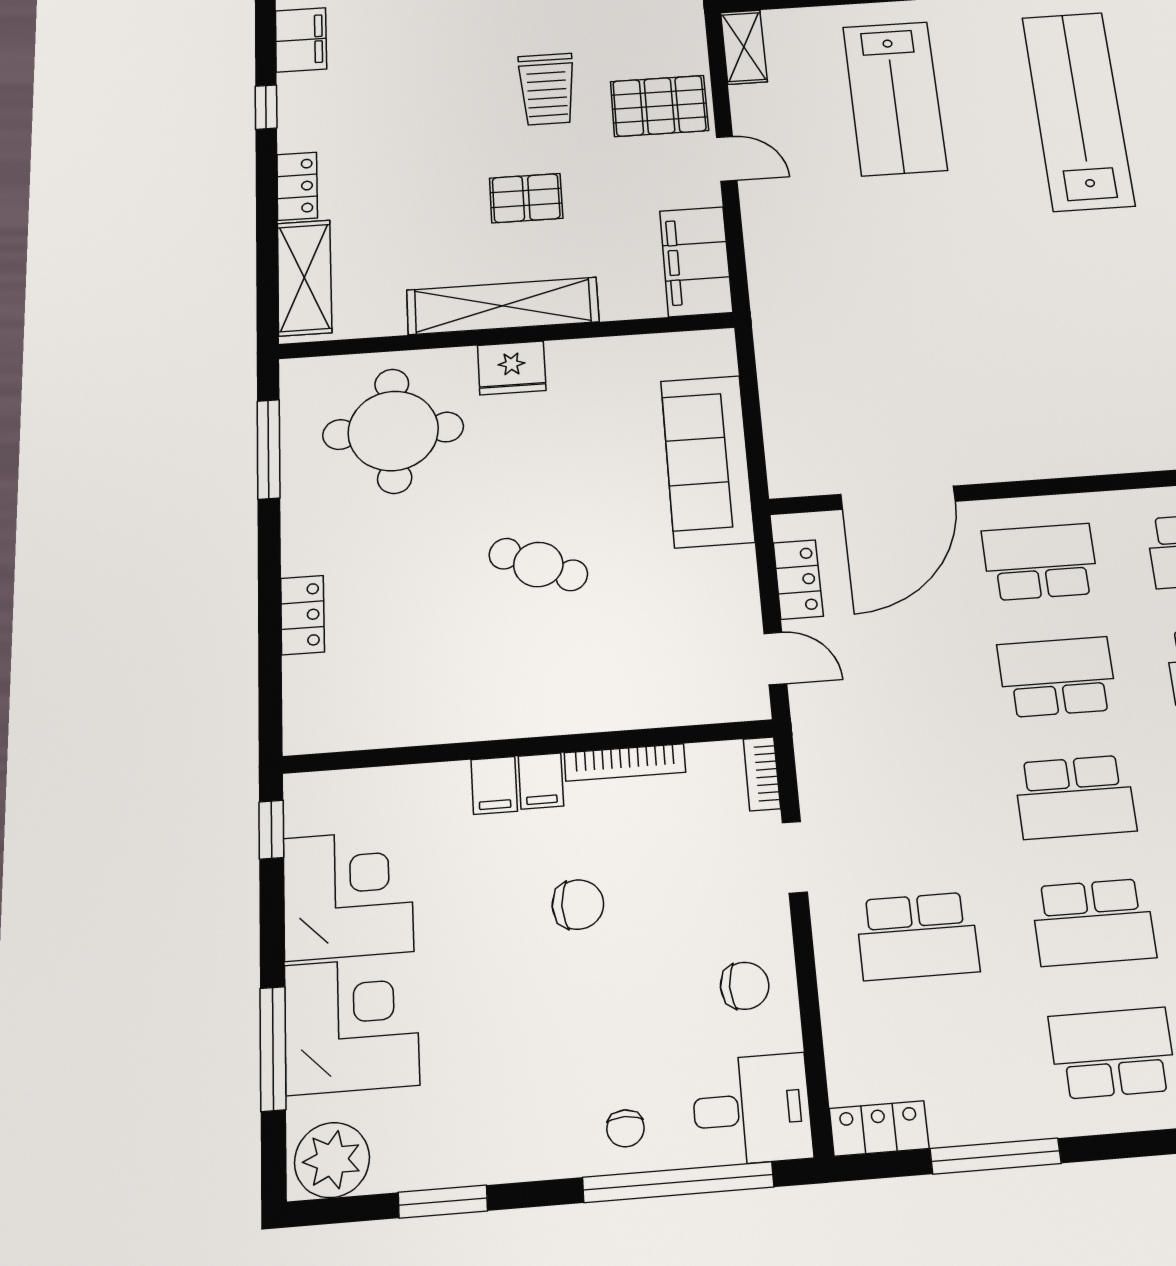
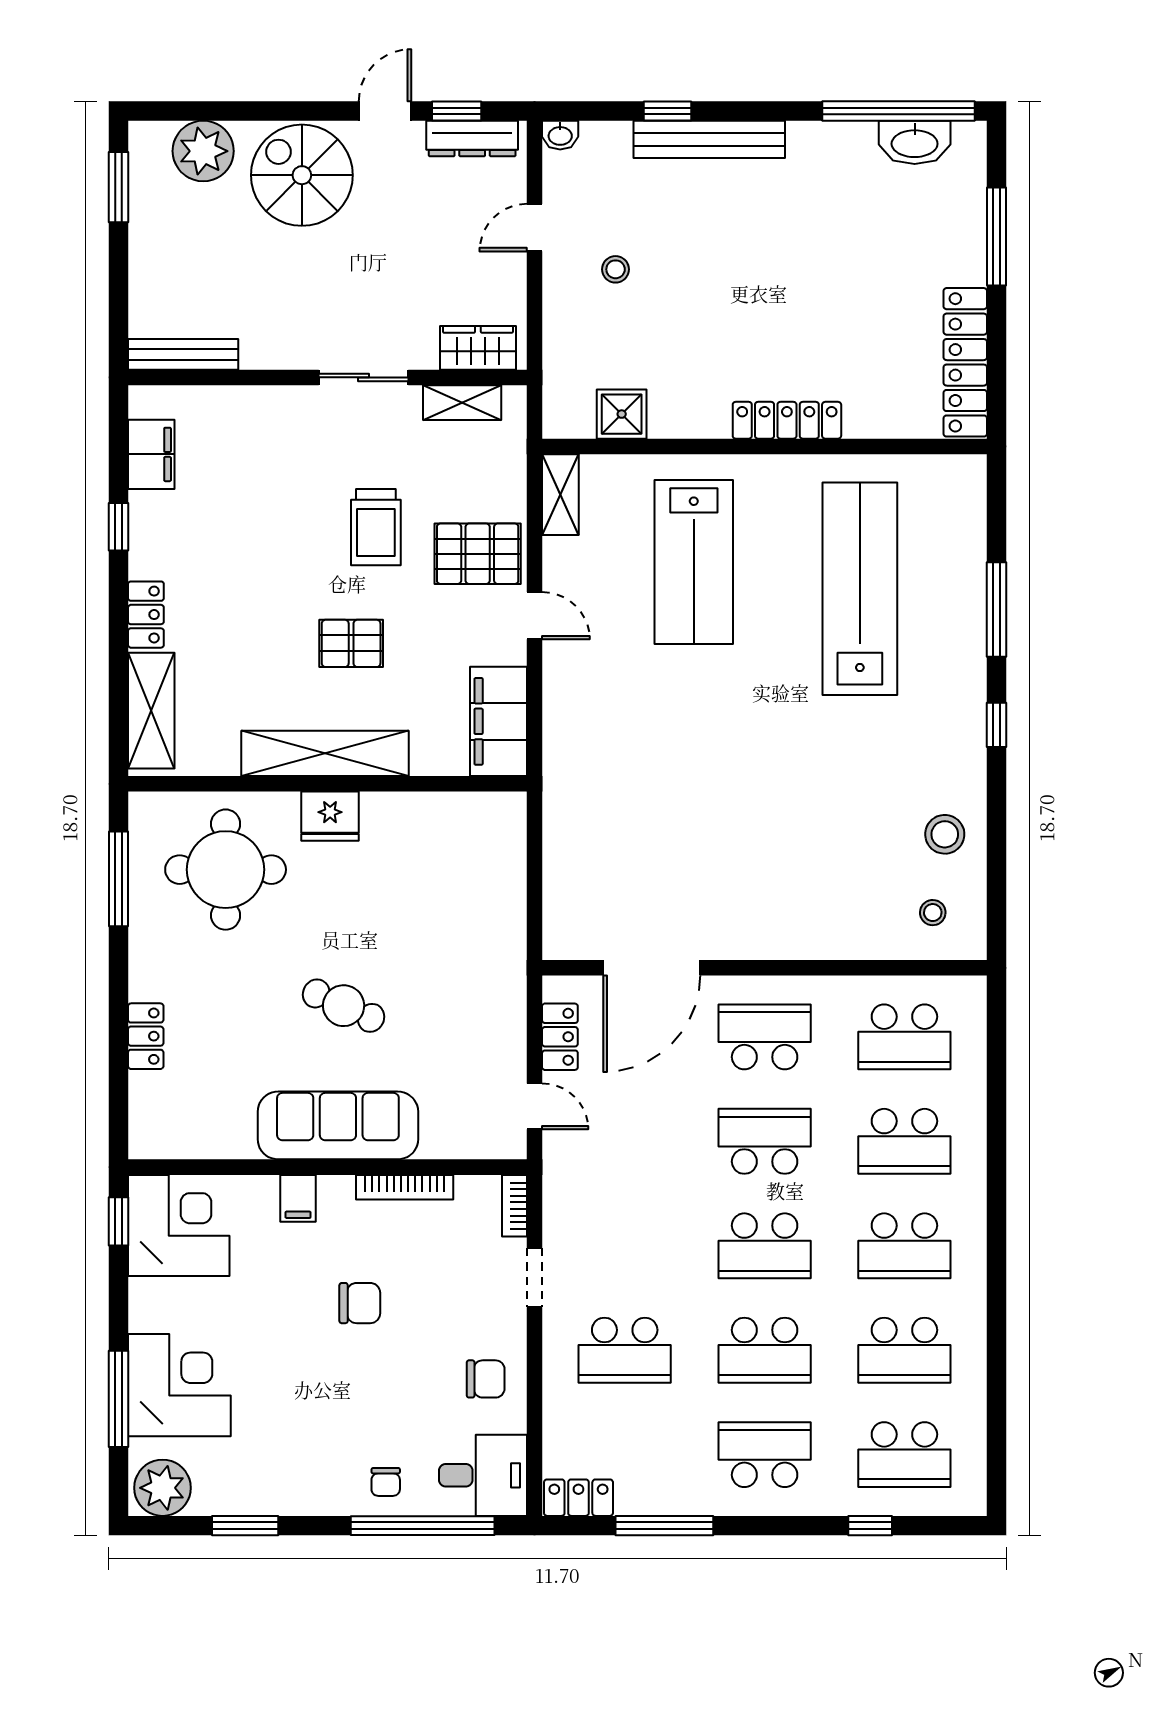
sofa: (707, 461) -> (338, 1125), moved, turned 90
filing cabinet: (541, 781) -> (336, 1198), removed
corner desk: (348, 895) -> (179, 1225), moved

